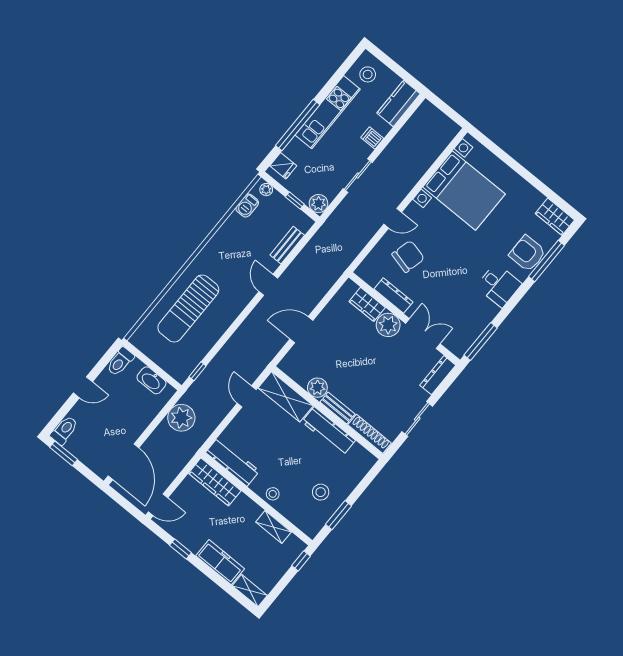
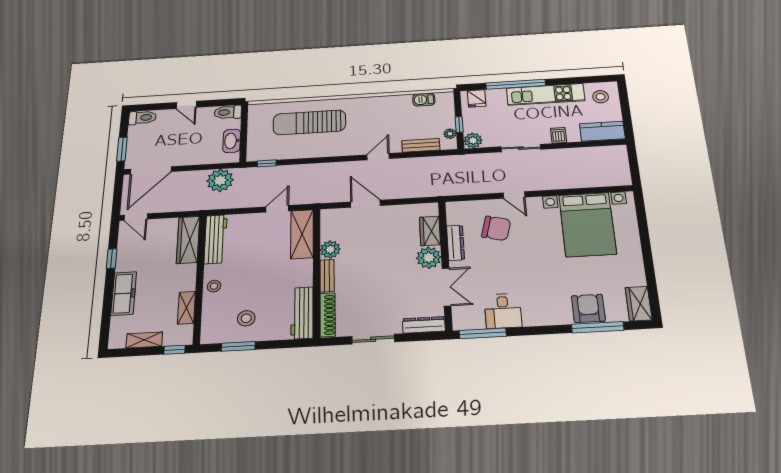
plant: (266, 190) -> (450, 134), moved
desk: (499, 285) -> (503, 311), moved
workbench: (329, 431) -> (302, 313), moved
window: (64, 453) -> (122, 149), moved
shelving: (250, 591) -> (144, 340), moved, turned 90

